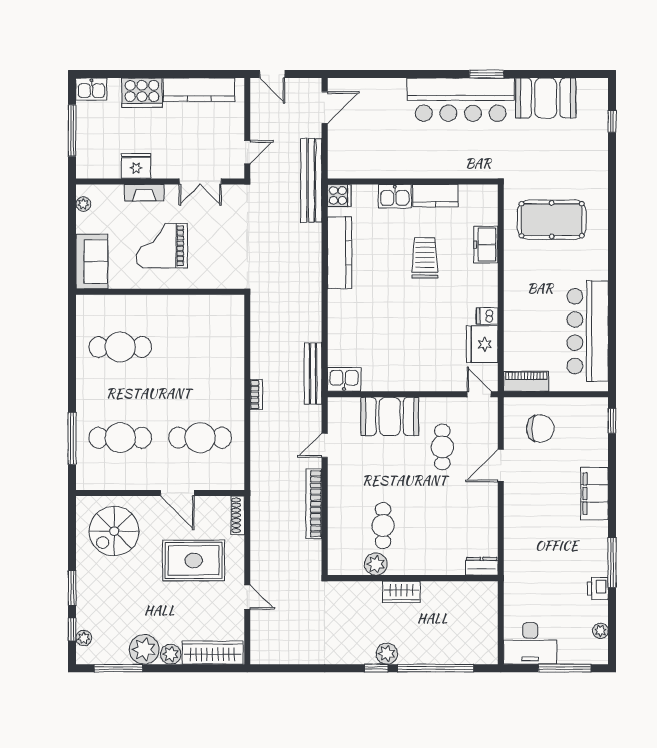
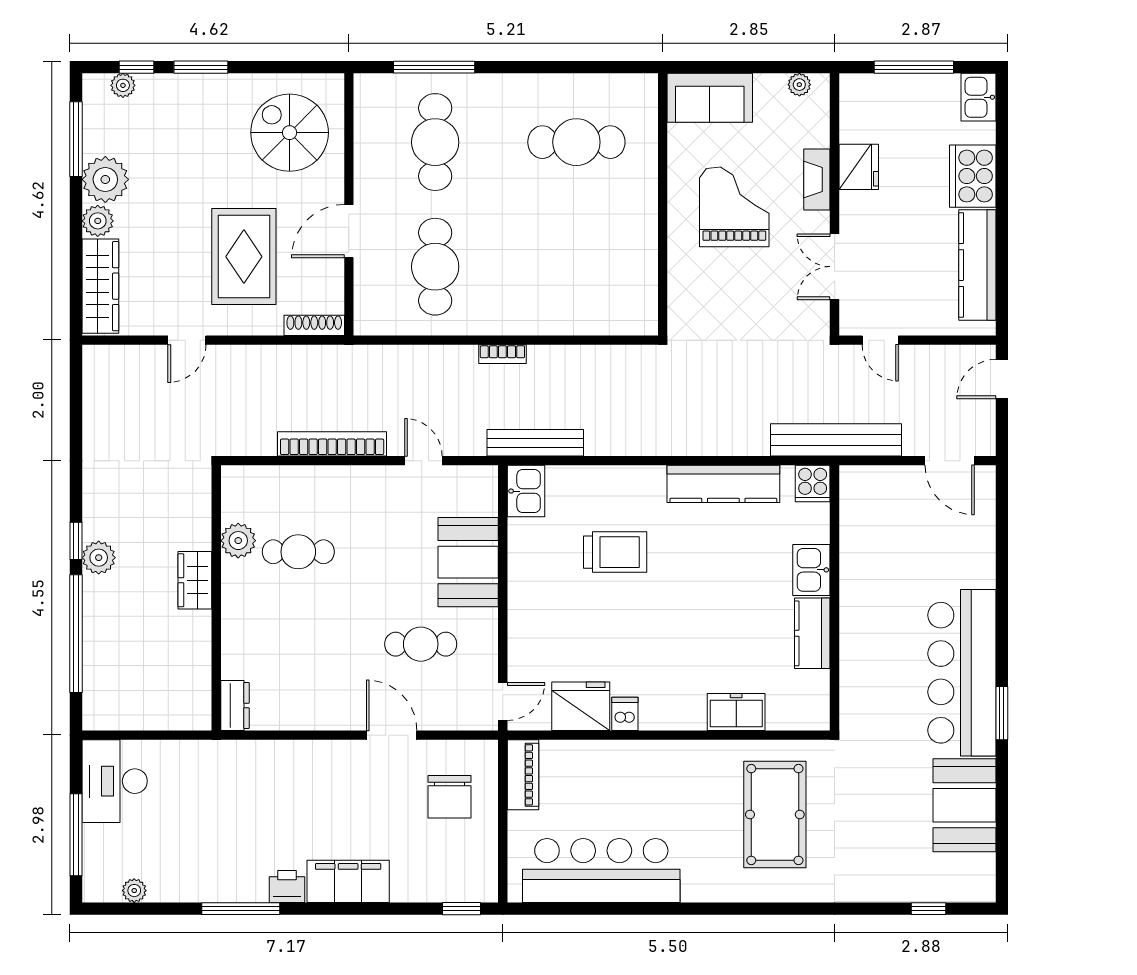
trolley: (425, 258) -> (615, 552), moved
cafe table: (120, 347) -> (576, 142), turned 90
printer: (598, 589) -> (287, 886), moved

